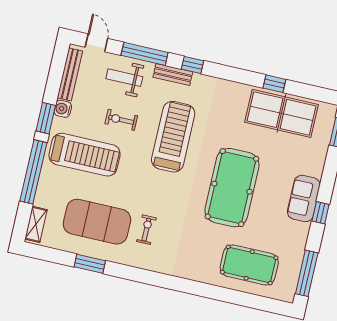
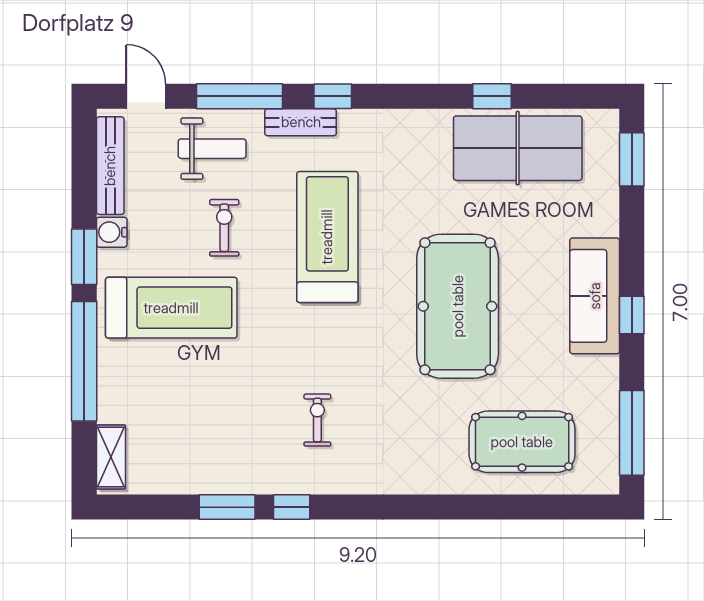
weight bench: (124, 78) -> (212, 149), turned 180
exercise bike: (121, 120) -> (224, 228), turned 90
sofa: (304, 198) -> (595, 296), width x1.36
exercise mat: (97, 222) -> (222, 426), removed
window: (123, 271) -> (292, 507), added

